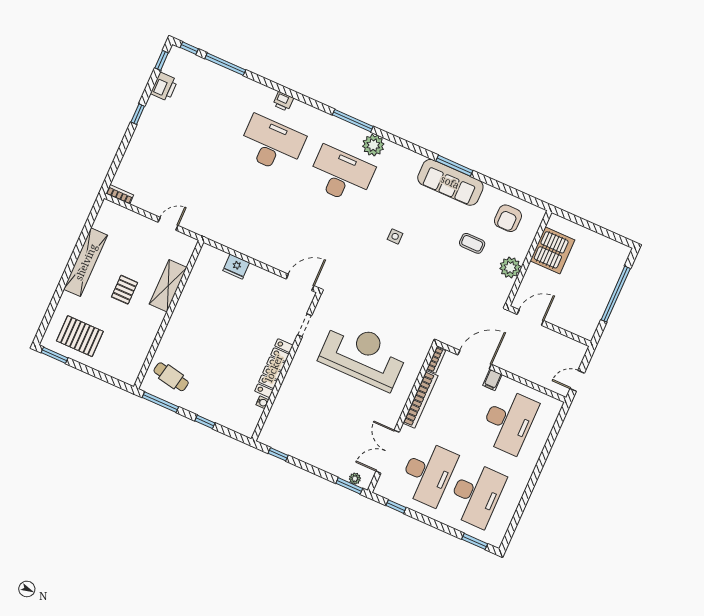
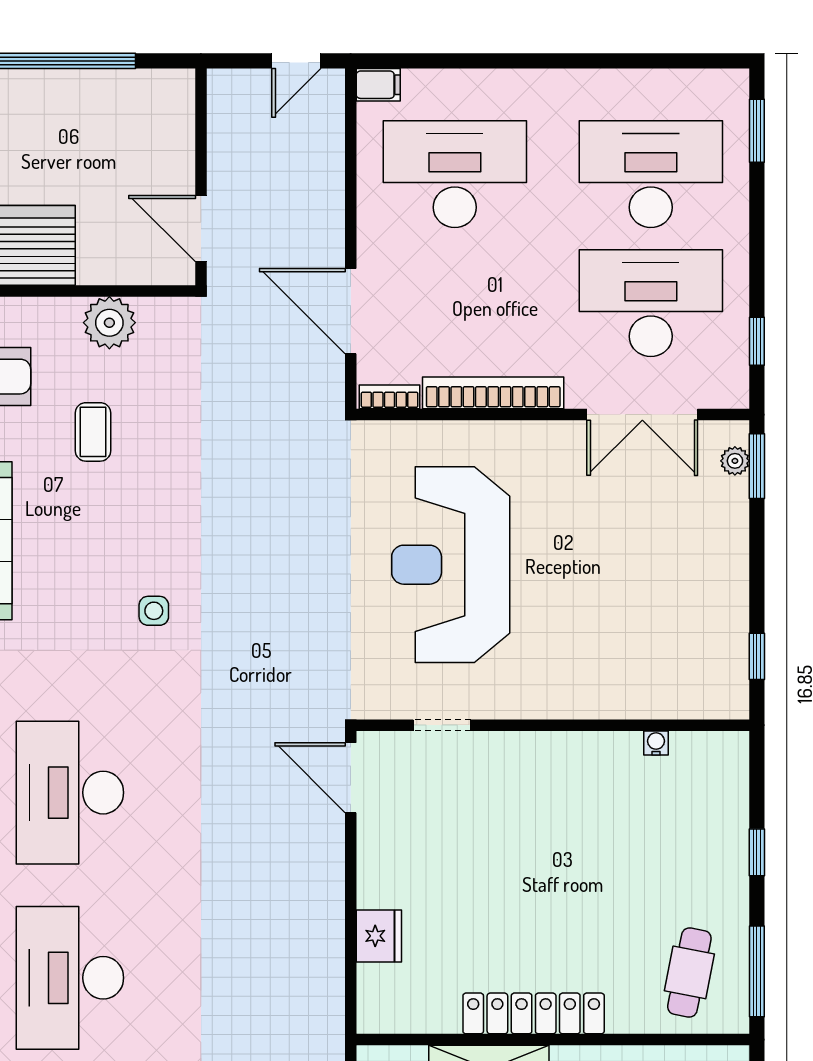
locker: (274, 368) -> (534, 1013), moved, turned 180
filing cabinet: (492, 380) -> (378, 85), moved
door: (577, 381) -> (296, 61), hinge flipped

